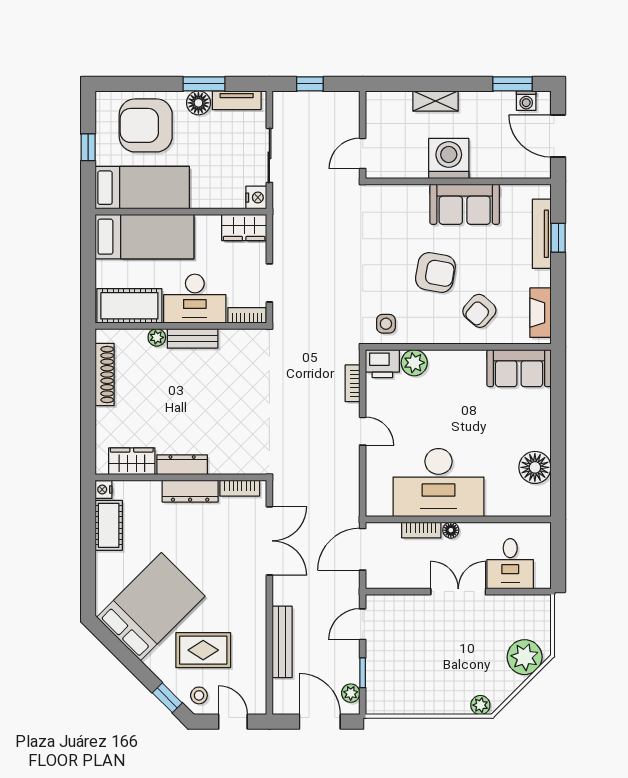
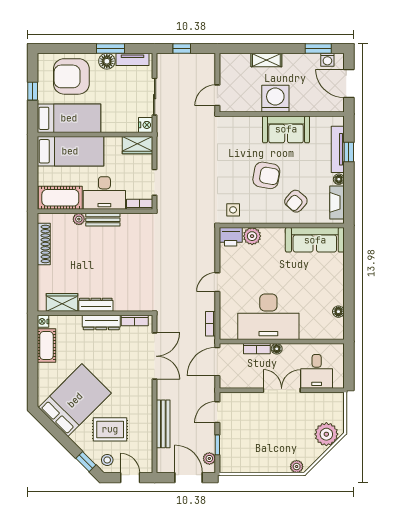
floor lamp: (543, 278) -> (339, 179), added
sofa: (519, 368) -> (315, 240), width x1.36
bookcase: (353, 383) -> (211, 324), moved
door: (363, 431) -> (217, 282), swing flipped
floor lamp: (535, 467) -> (338, 312), width x0.53, depth x0.53

